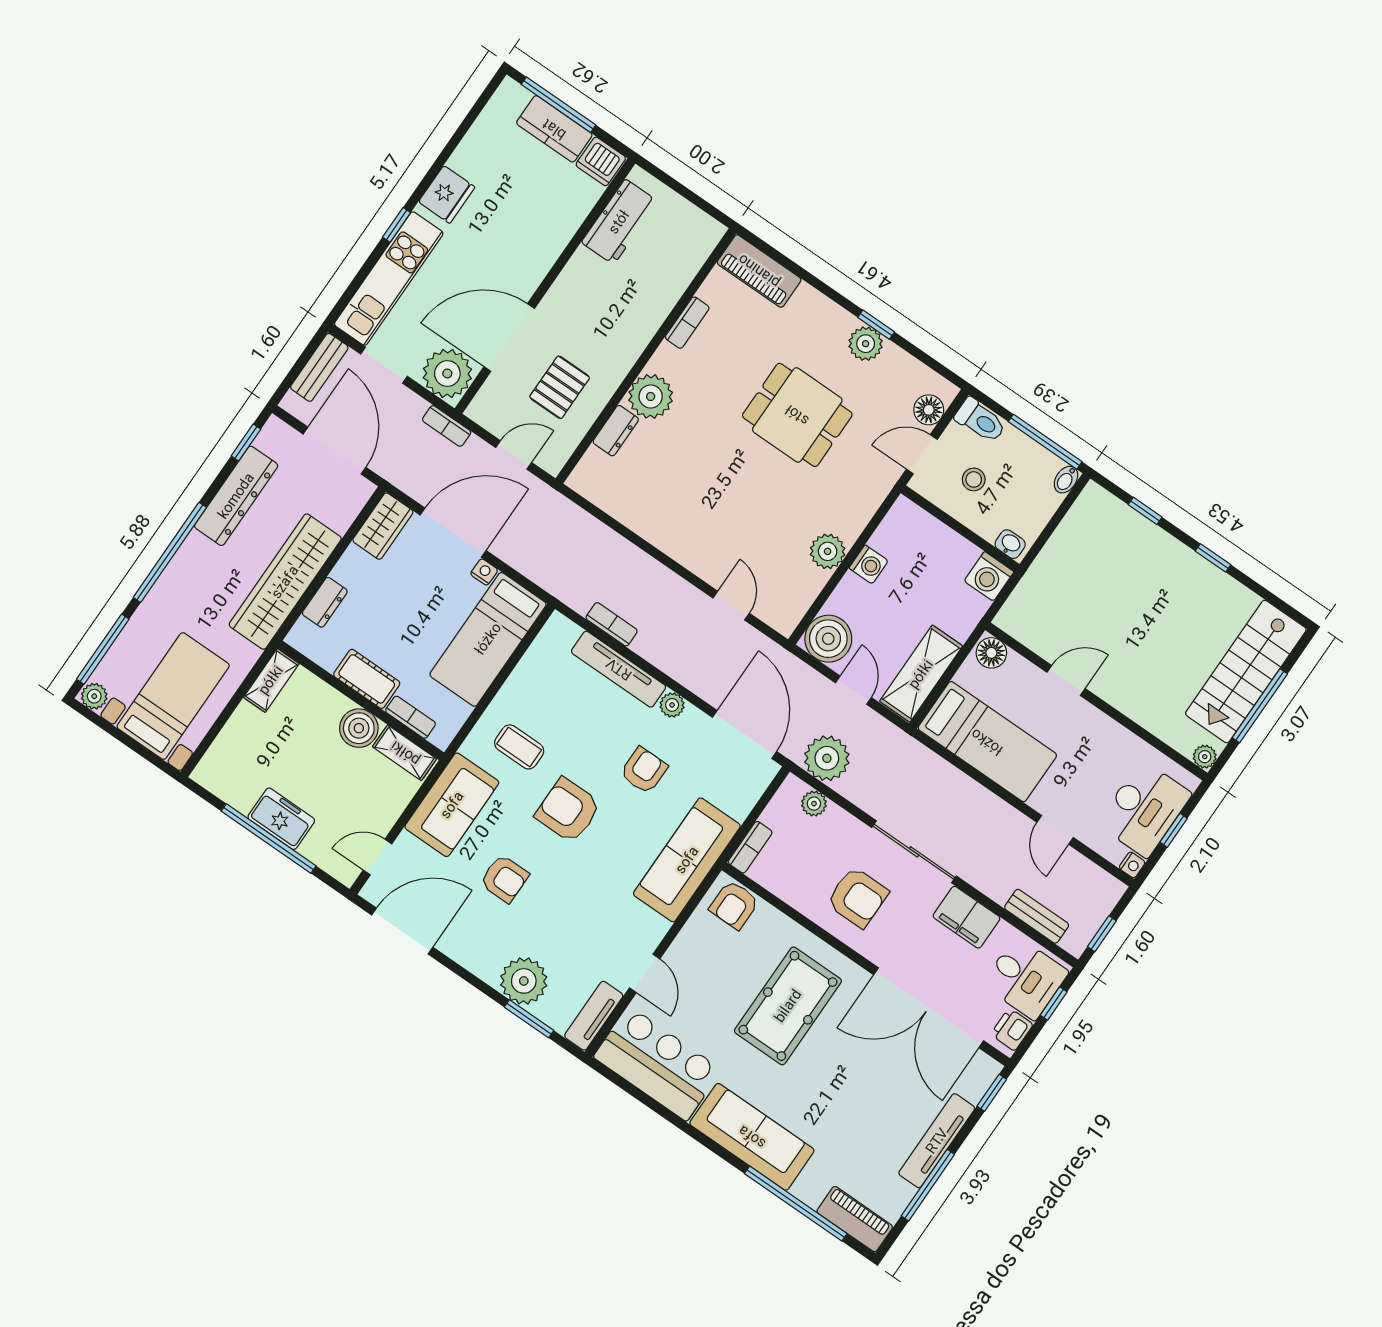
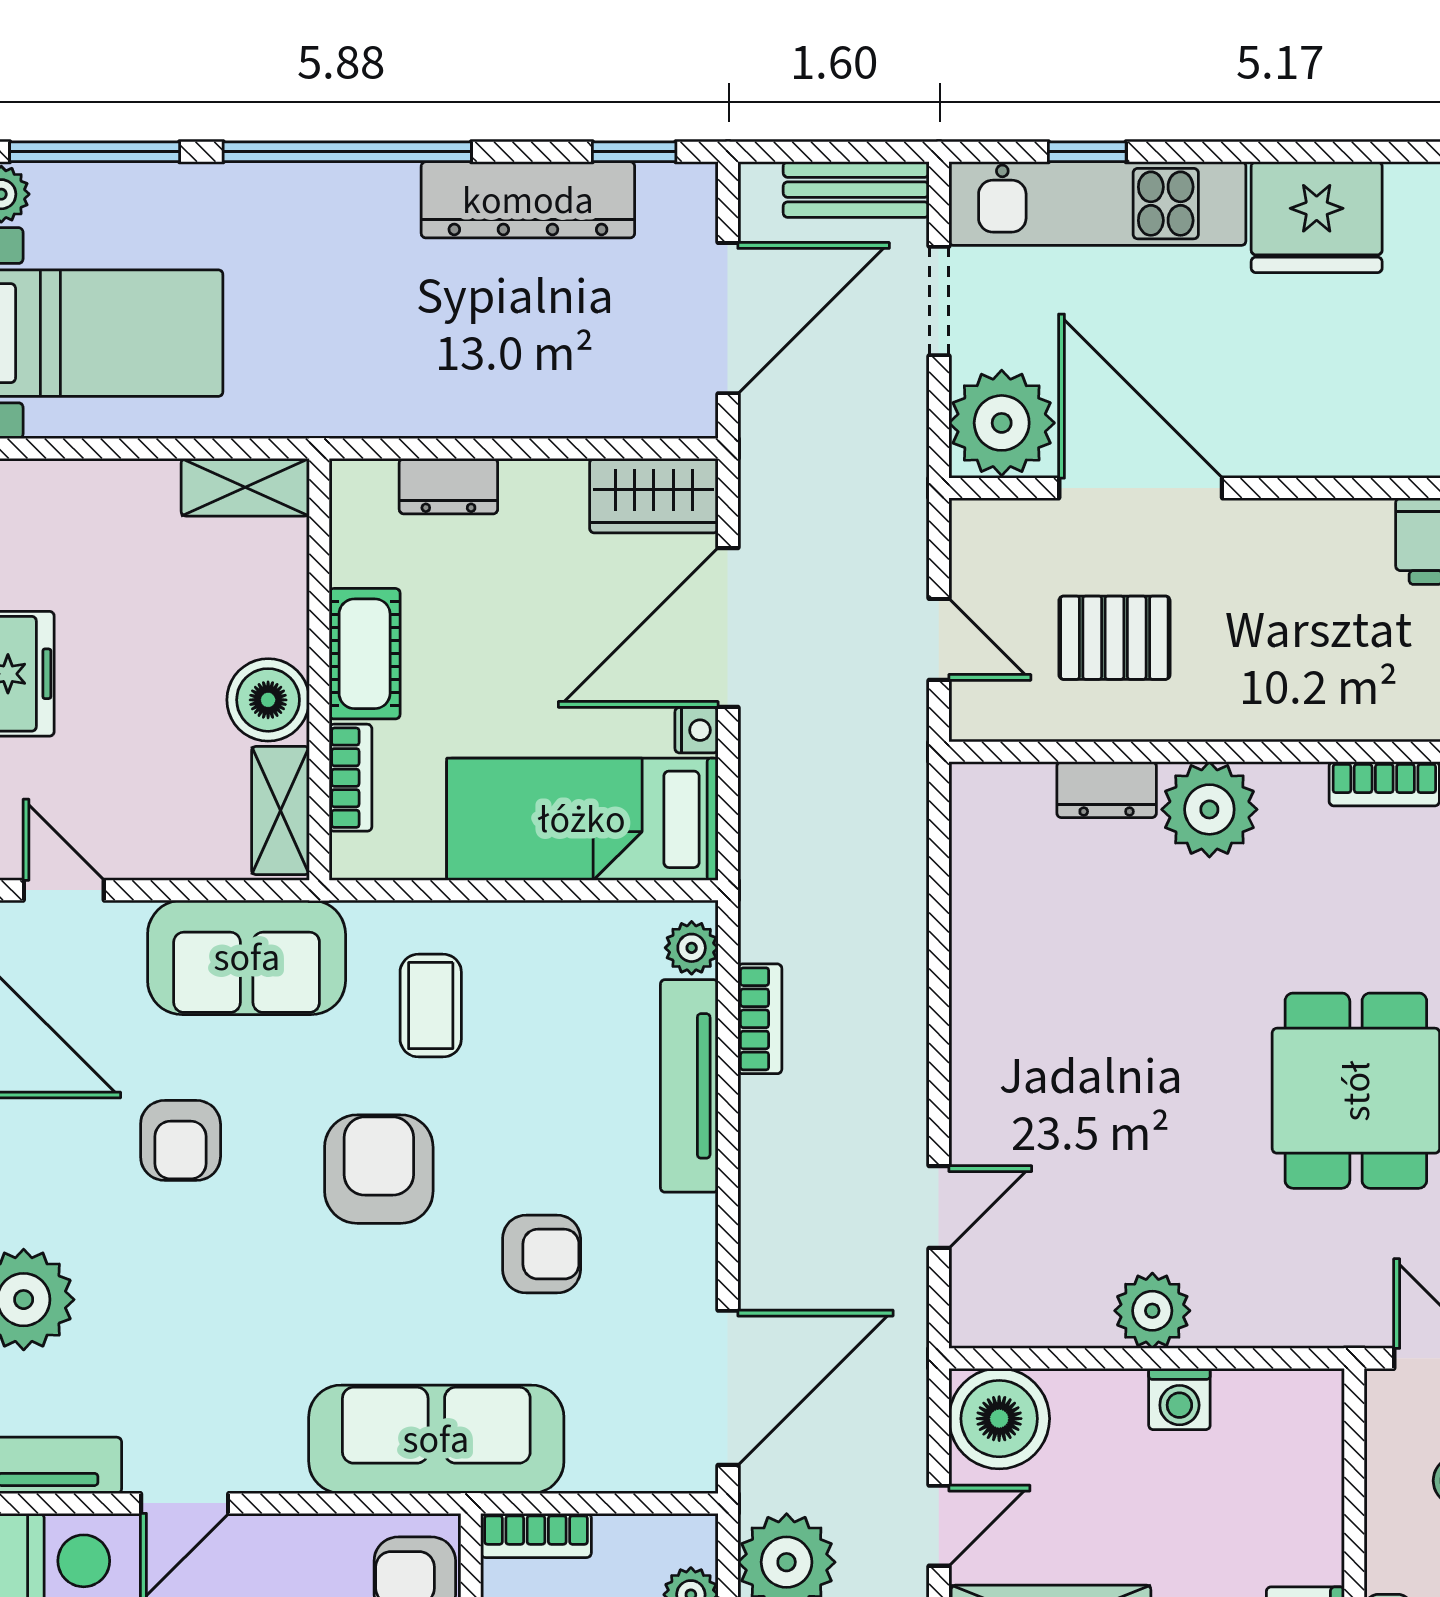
fridge: (447, 194) -> (1317, 217), width x1.36, depth x1.34
window: (397, 225) -> (1087, 152), moved
bookcase: (447, 426) -> (908, 486), removed
door: (453, 533) -> (728, 627), swing flipped
wardrobe: (285, 582) -> (437, 391), removed
plant: (672, 705) -> (692, 948), moved

